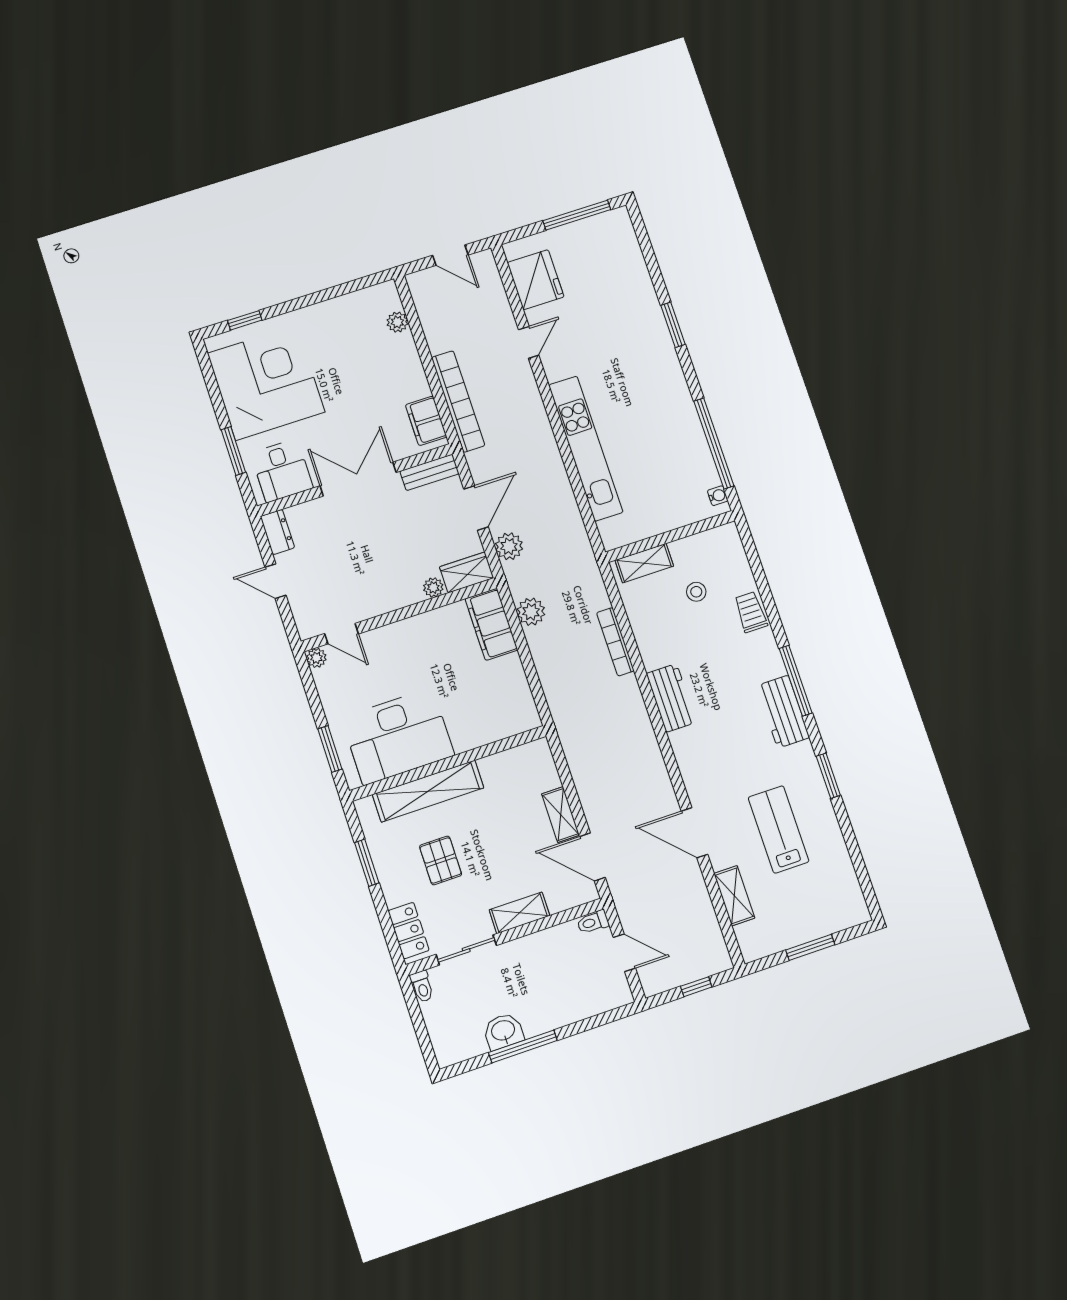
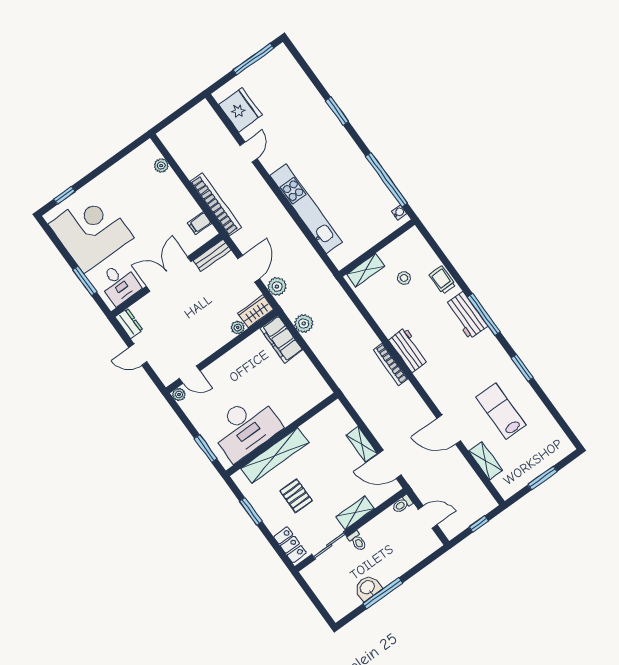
door: (450, 255) -> (181, 111), removed
filing cabinet: (426, 421) -> (200, 223), width x0.50
bookcase: (615, 642) -> (391, 364), moved
workbench: (783, 712) -> (466, 315), moved
toilet: (422, 986) -> (357, 541), moved

